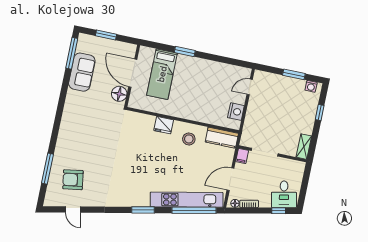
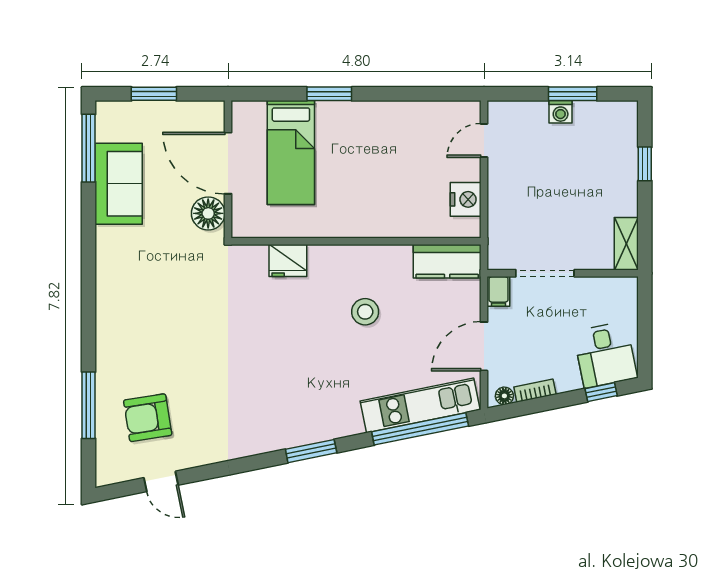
washing machine: (311, 86) -> (561, 112), moved
fridge: (164, 125) -> (288, 261), moved
stool: (189, 139) -> (365, 312), moved
kitchen unit: (187, 200) -> (420, 405), width x0.73

